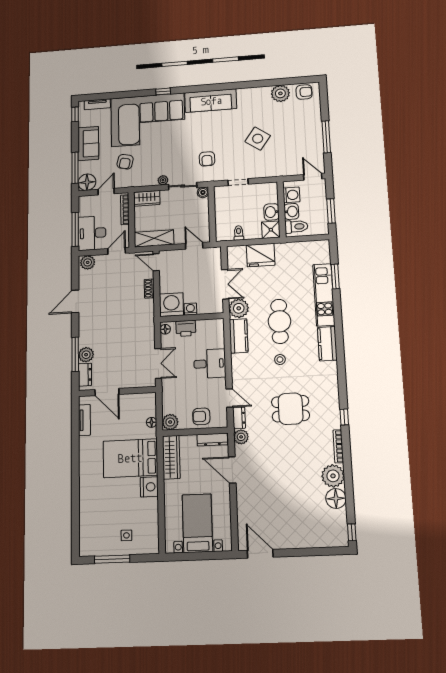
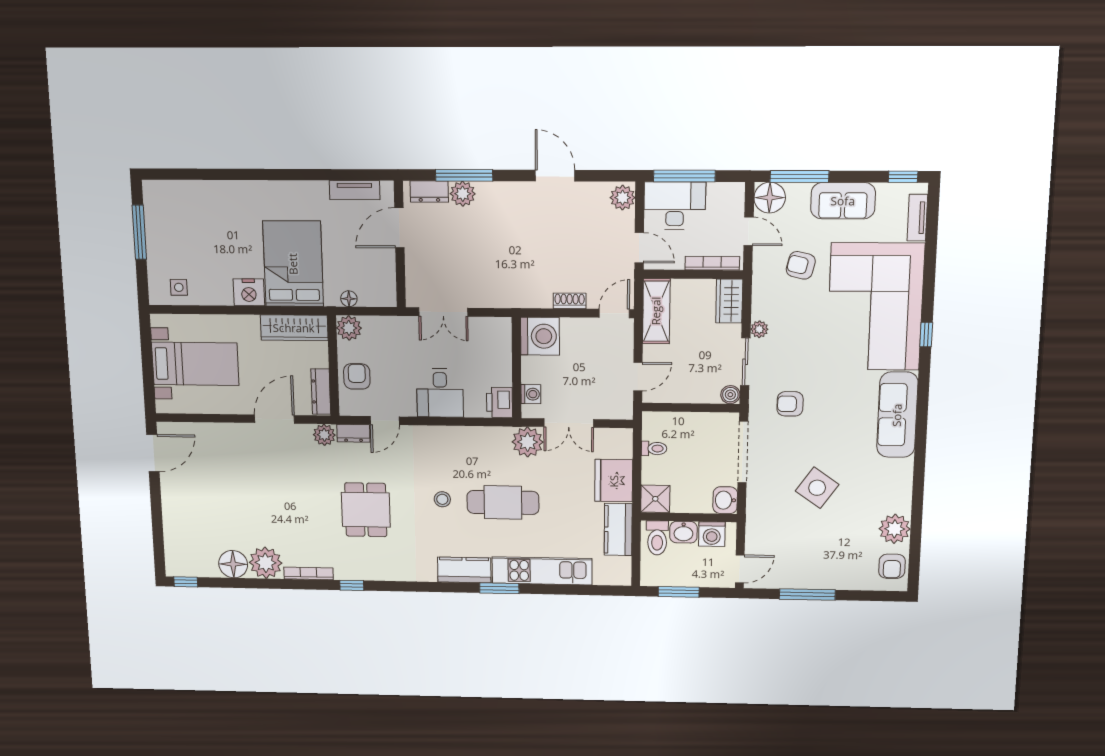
doorway: (238, 182) -> (743, 452), width x1.88
washbasin: (271, 212) -> (725, 500), moved, turned -90
window: (335, 276) -> (499, 588), moved
washing machine: (190, 309) -> (531, 394), moved
printer: (186, 328) -> (500, 402), moved
floor lamp: (165, 329) -> (499, 325), removed
kitchen counter: (239, 336) -> (618, 529), moved, turned 90
side table: (126, 535) -> (179, 287), moved

